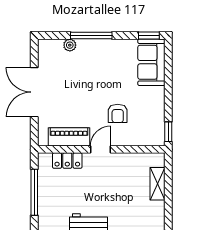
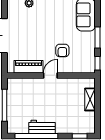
window: (168, 95) -> (98, 38), added
locker: (67, 161) -> (27, 83), removed

